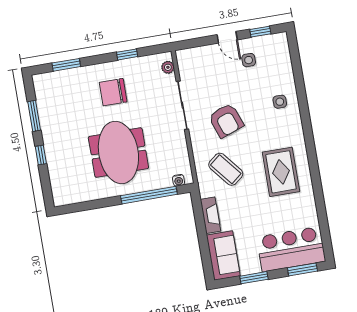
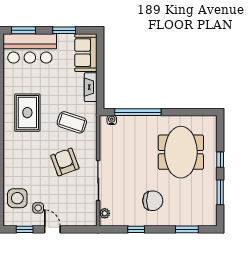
side table: (280, 102) -> (17, 198), moved, width x1.87, depth x1.87
meeting table: (118, 153) -> (181, 152), moved
coffee table: (226, 169) -> (72, 122), turned -33

